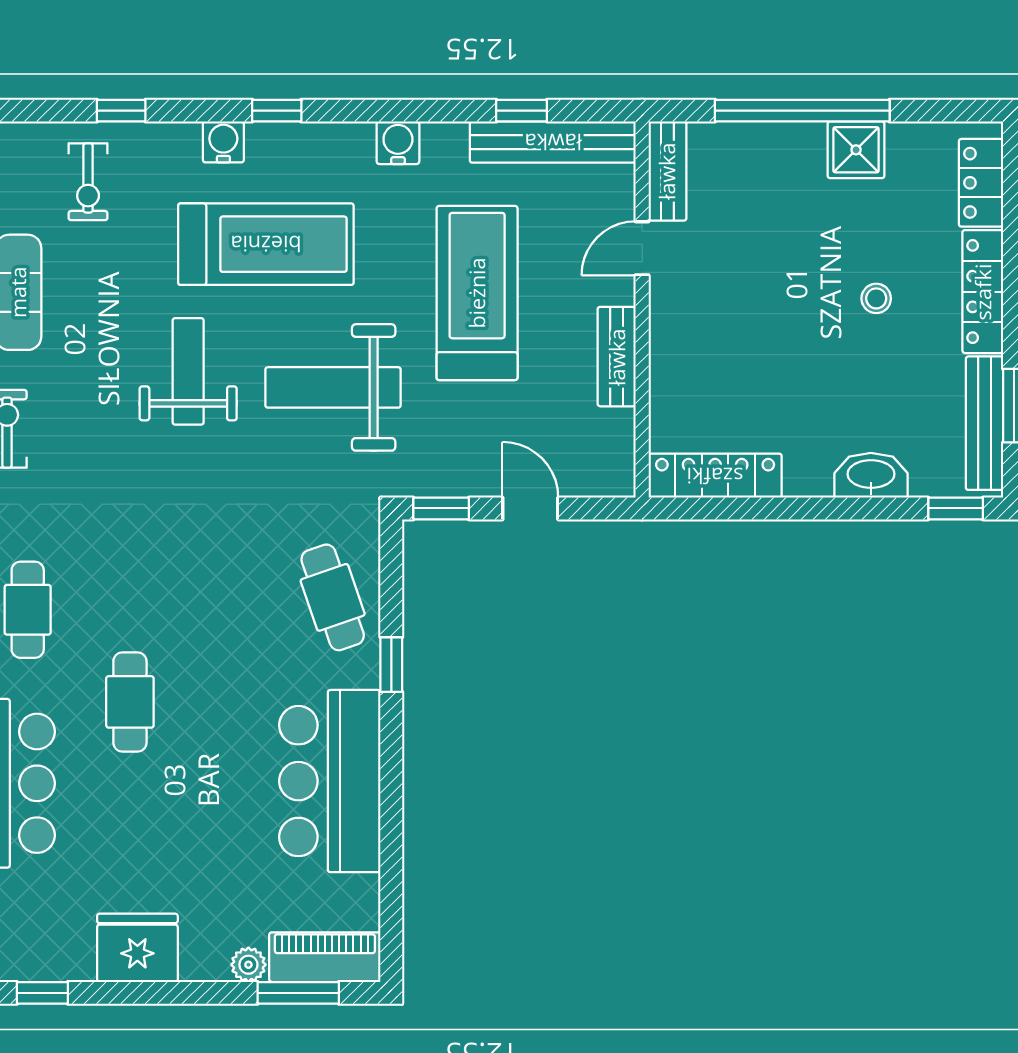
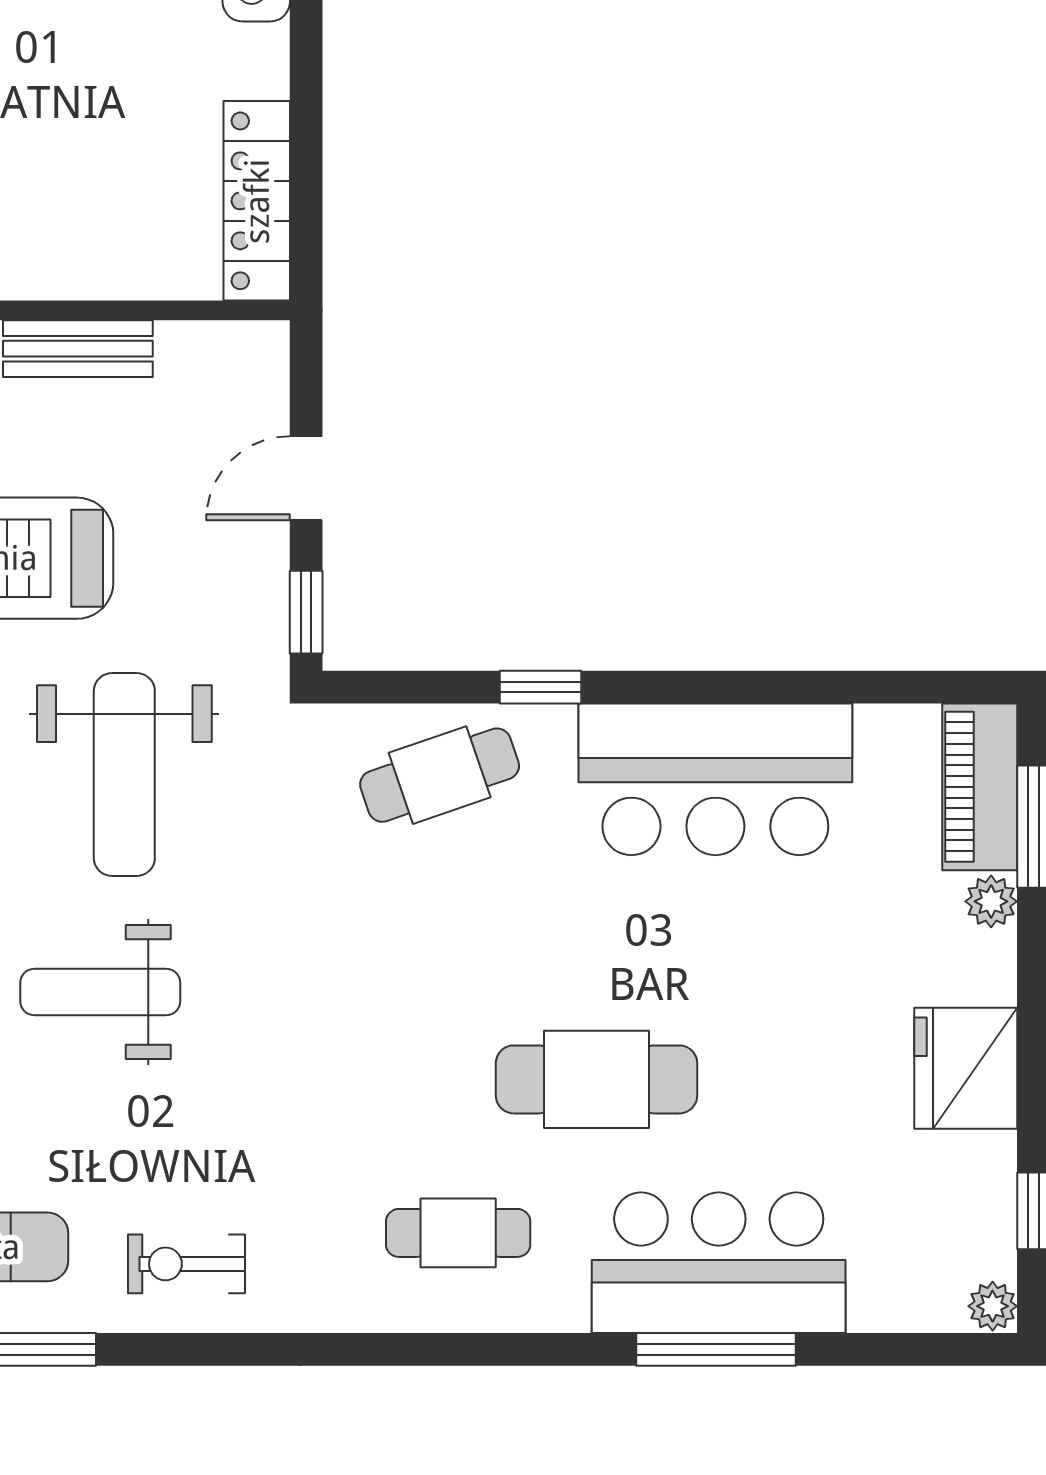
cafe table: (130, 702) -> (597, 1079), width x1.37, depth x1.35

